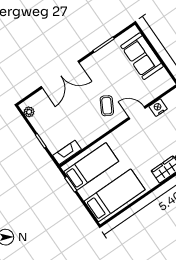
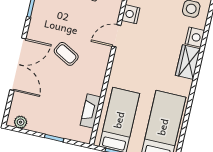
coffee table: (107, 106) -> (66, 54), moved
fireplace: (67, 152) -> (90, 111), moved

